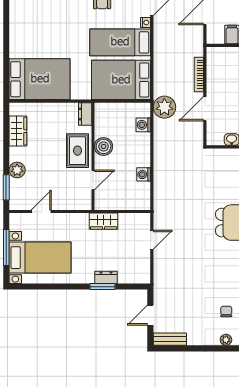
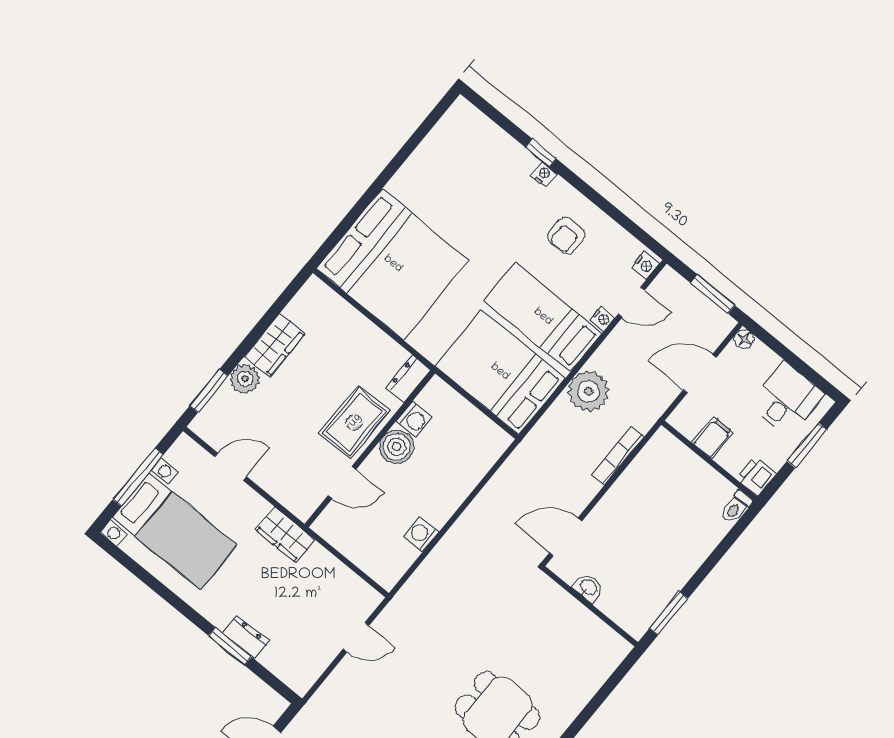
bed: (40, 79) -> (393, 264), width x1.36
plant: (164, 107) -> (589, 391), moved
door: (205, 109) -> (566, 537), moved
washing machine: (143, 125) -> (414, 420), moved, turned 180
wardrobe: (18, 131) -> (275, 345), moved
wardrobe: (104, 221) -> (285, 535), moved

